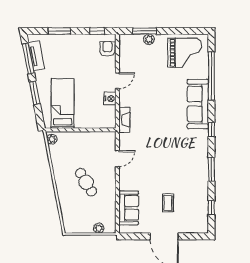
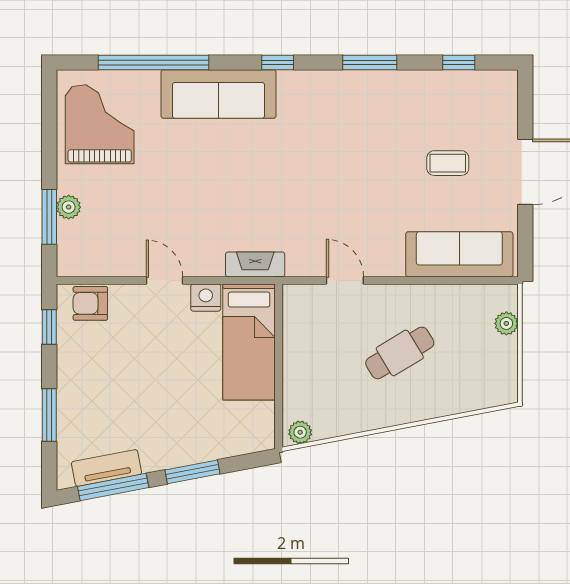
bed: (63, 103) -> (249, 342), moved, turned -90
sofa: (129, 208) -> (459, 254), width x1.36

